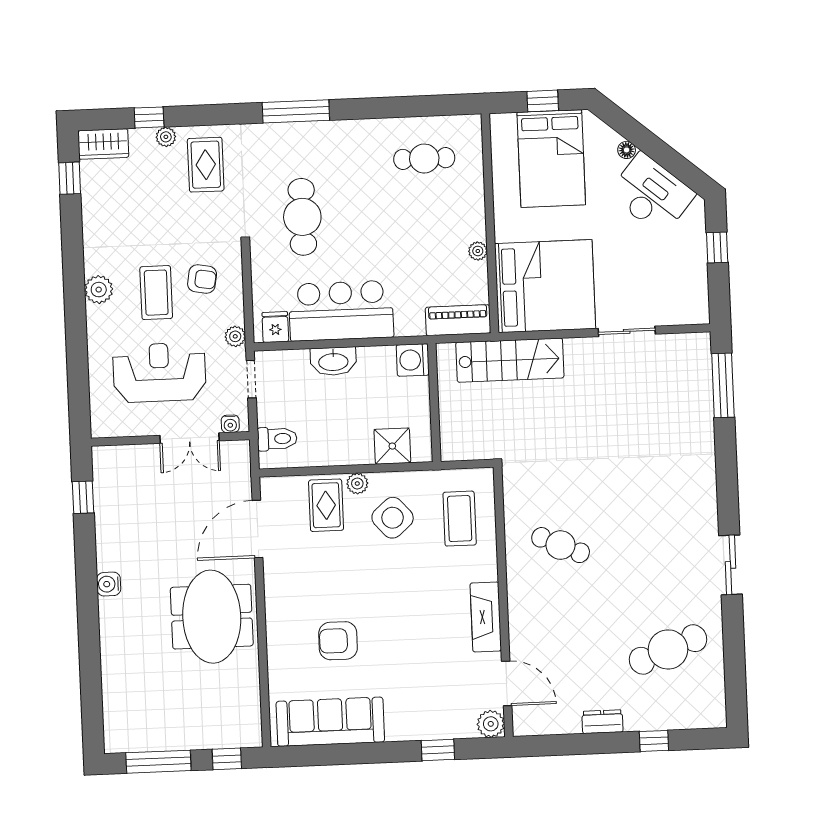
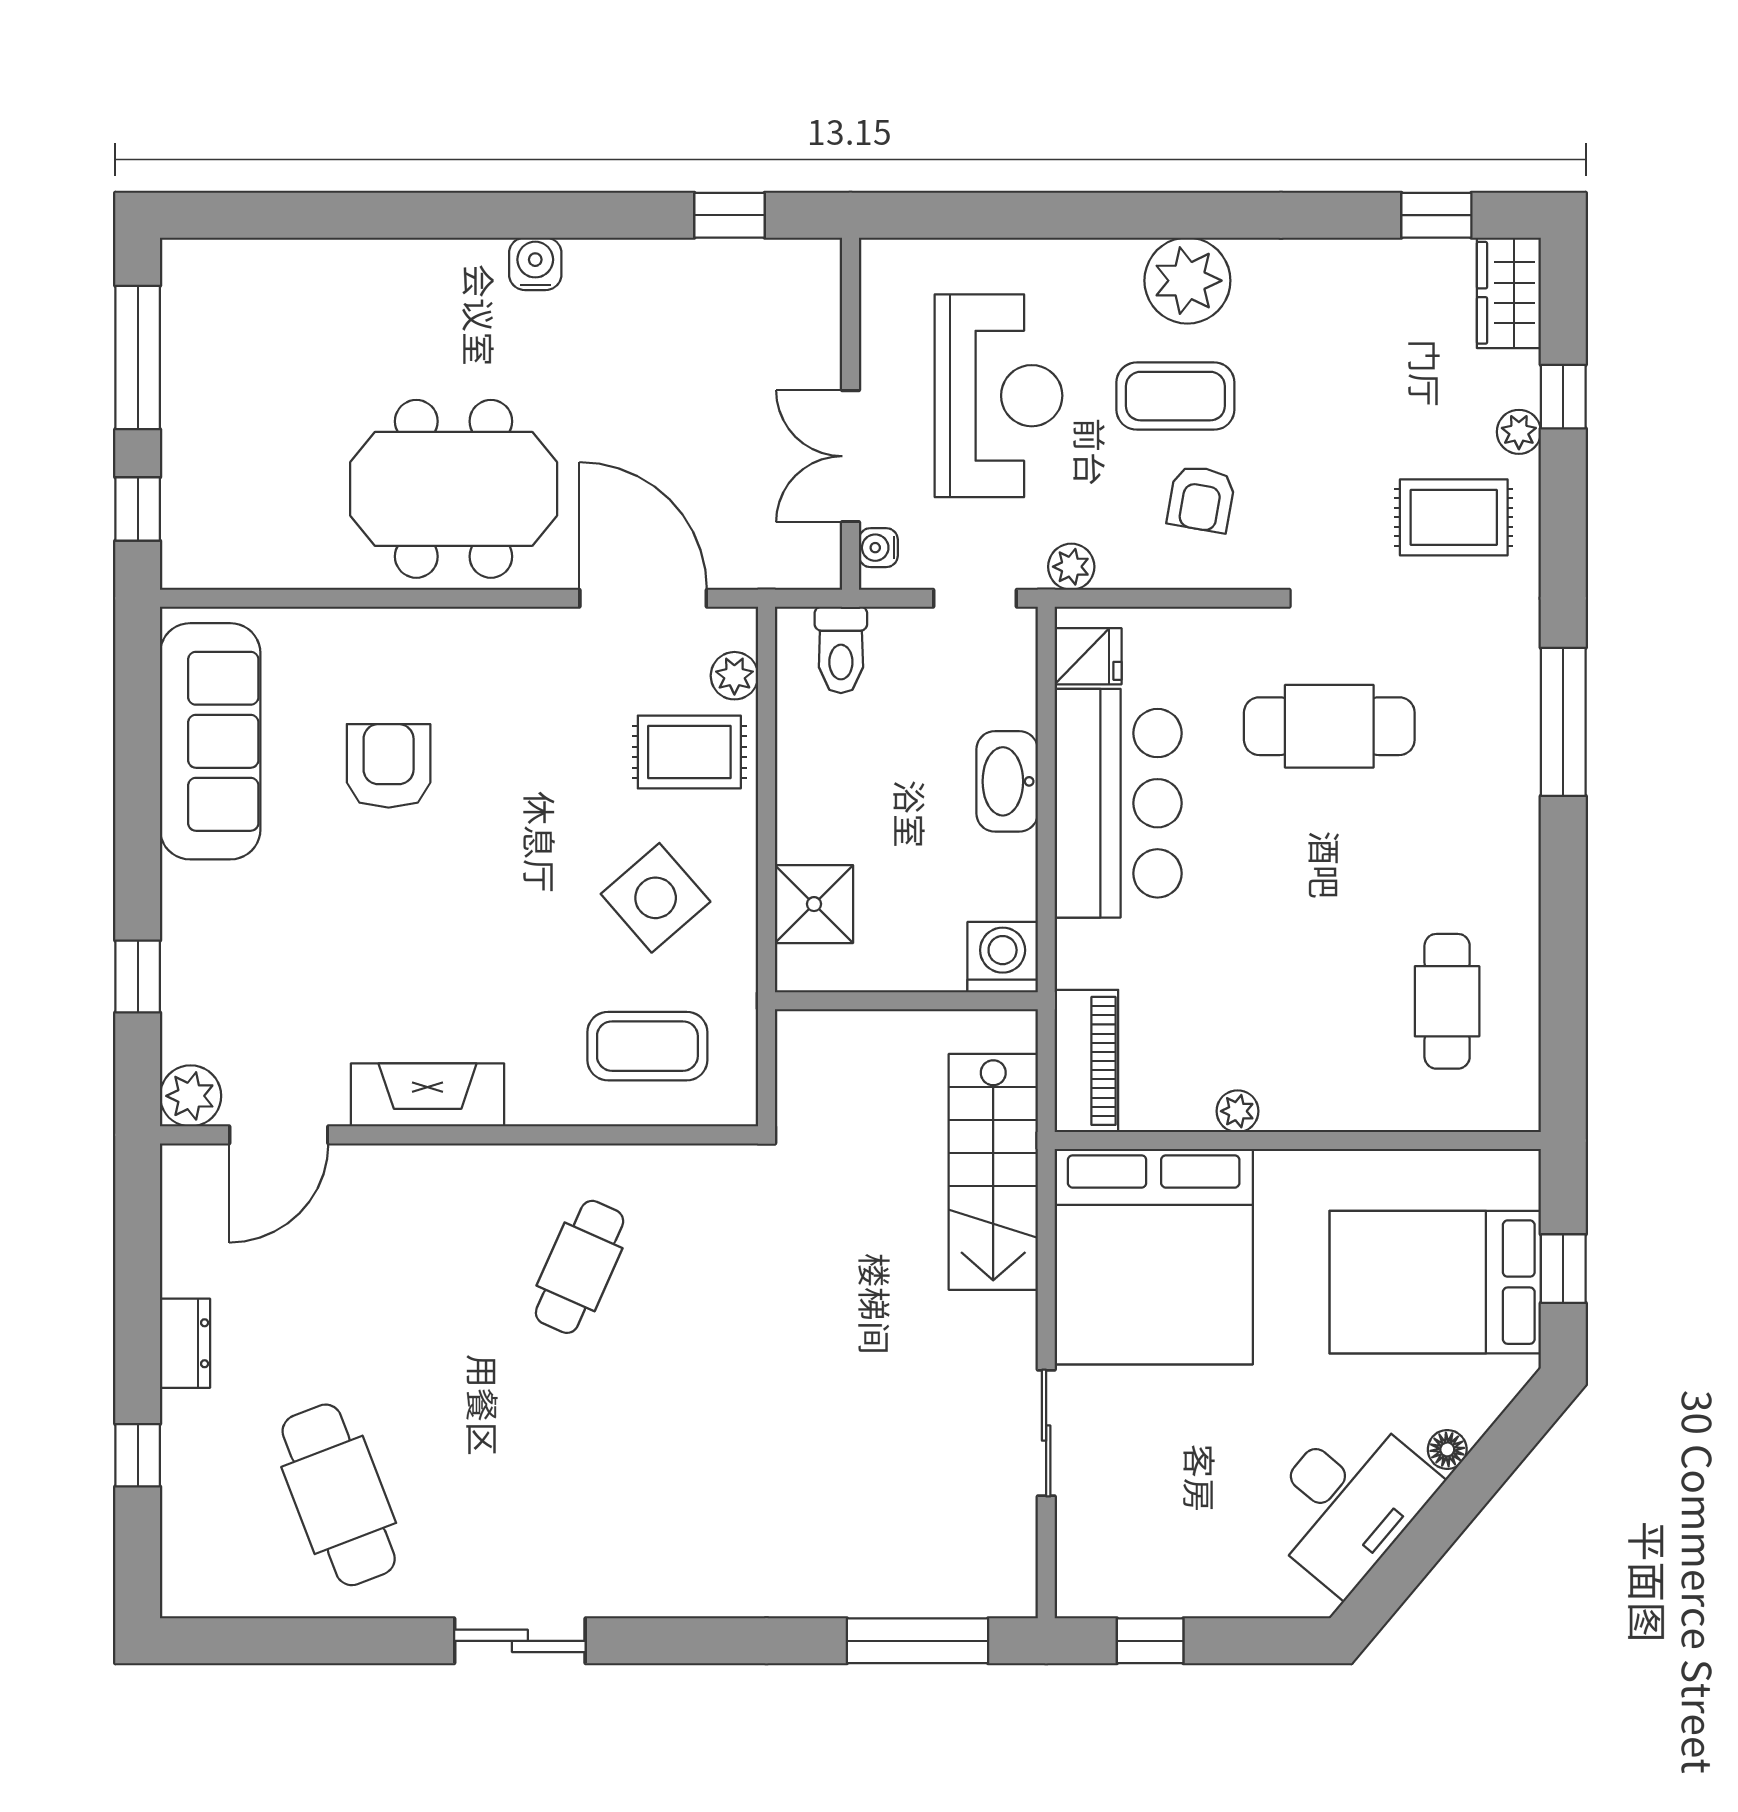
window: (717, 248) -> (1150, 1641), moved
plant: (99, 290) -> (1187, 281), width x1.36, depth x1.36
plant: (357, 484) -> (734, 676), moved

